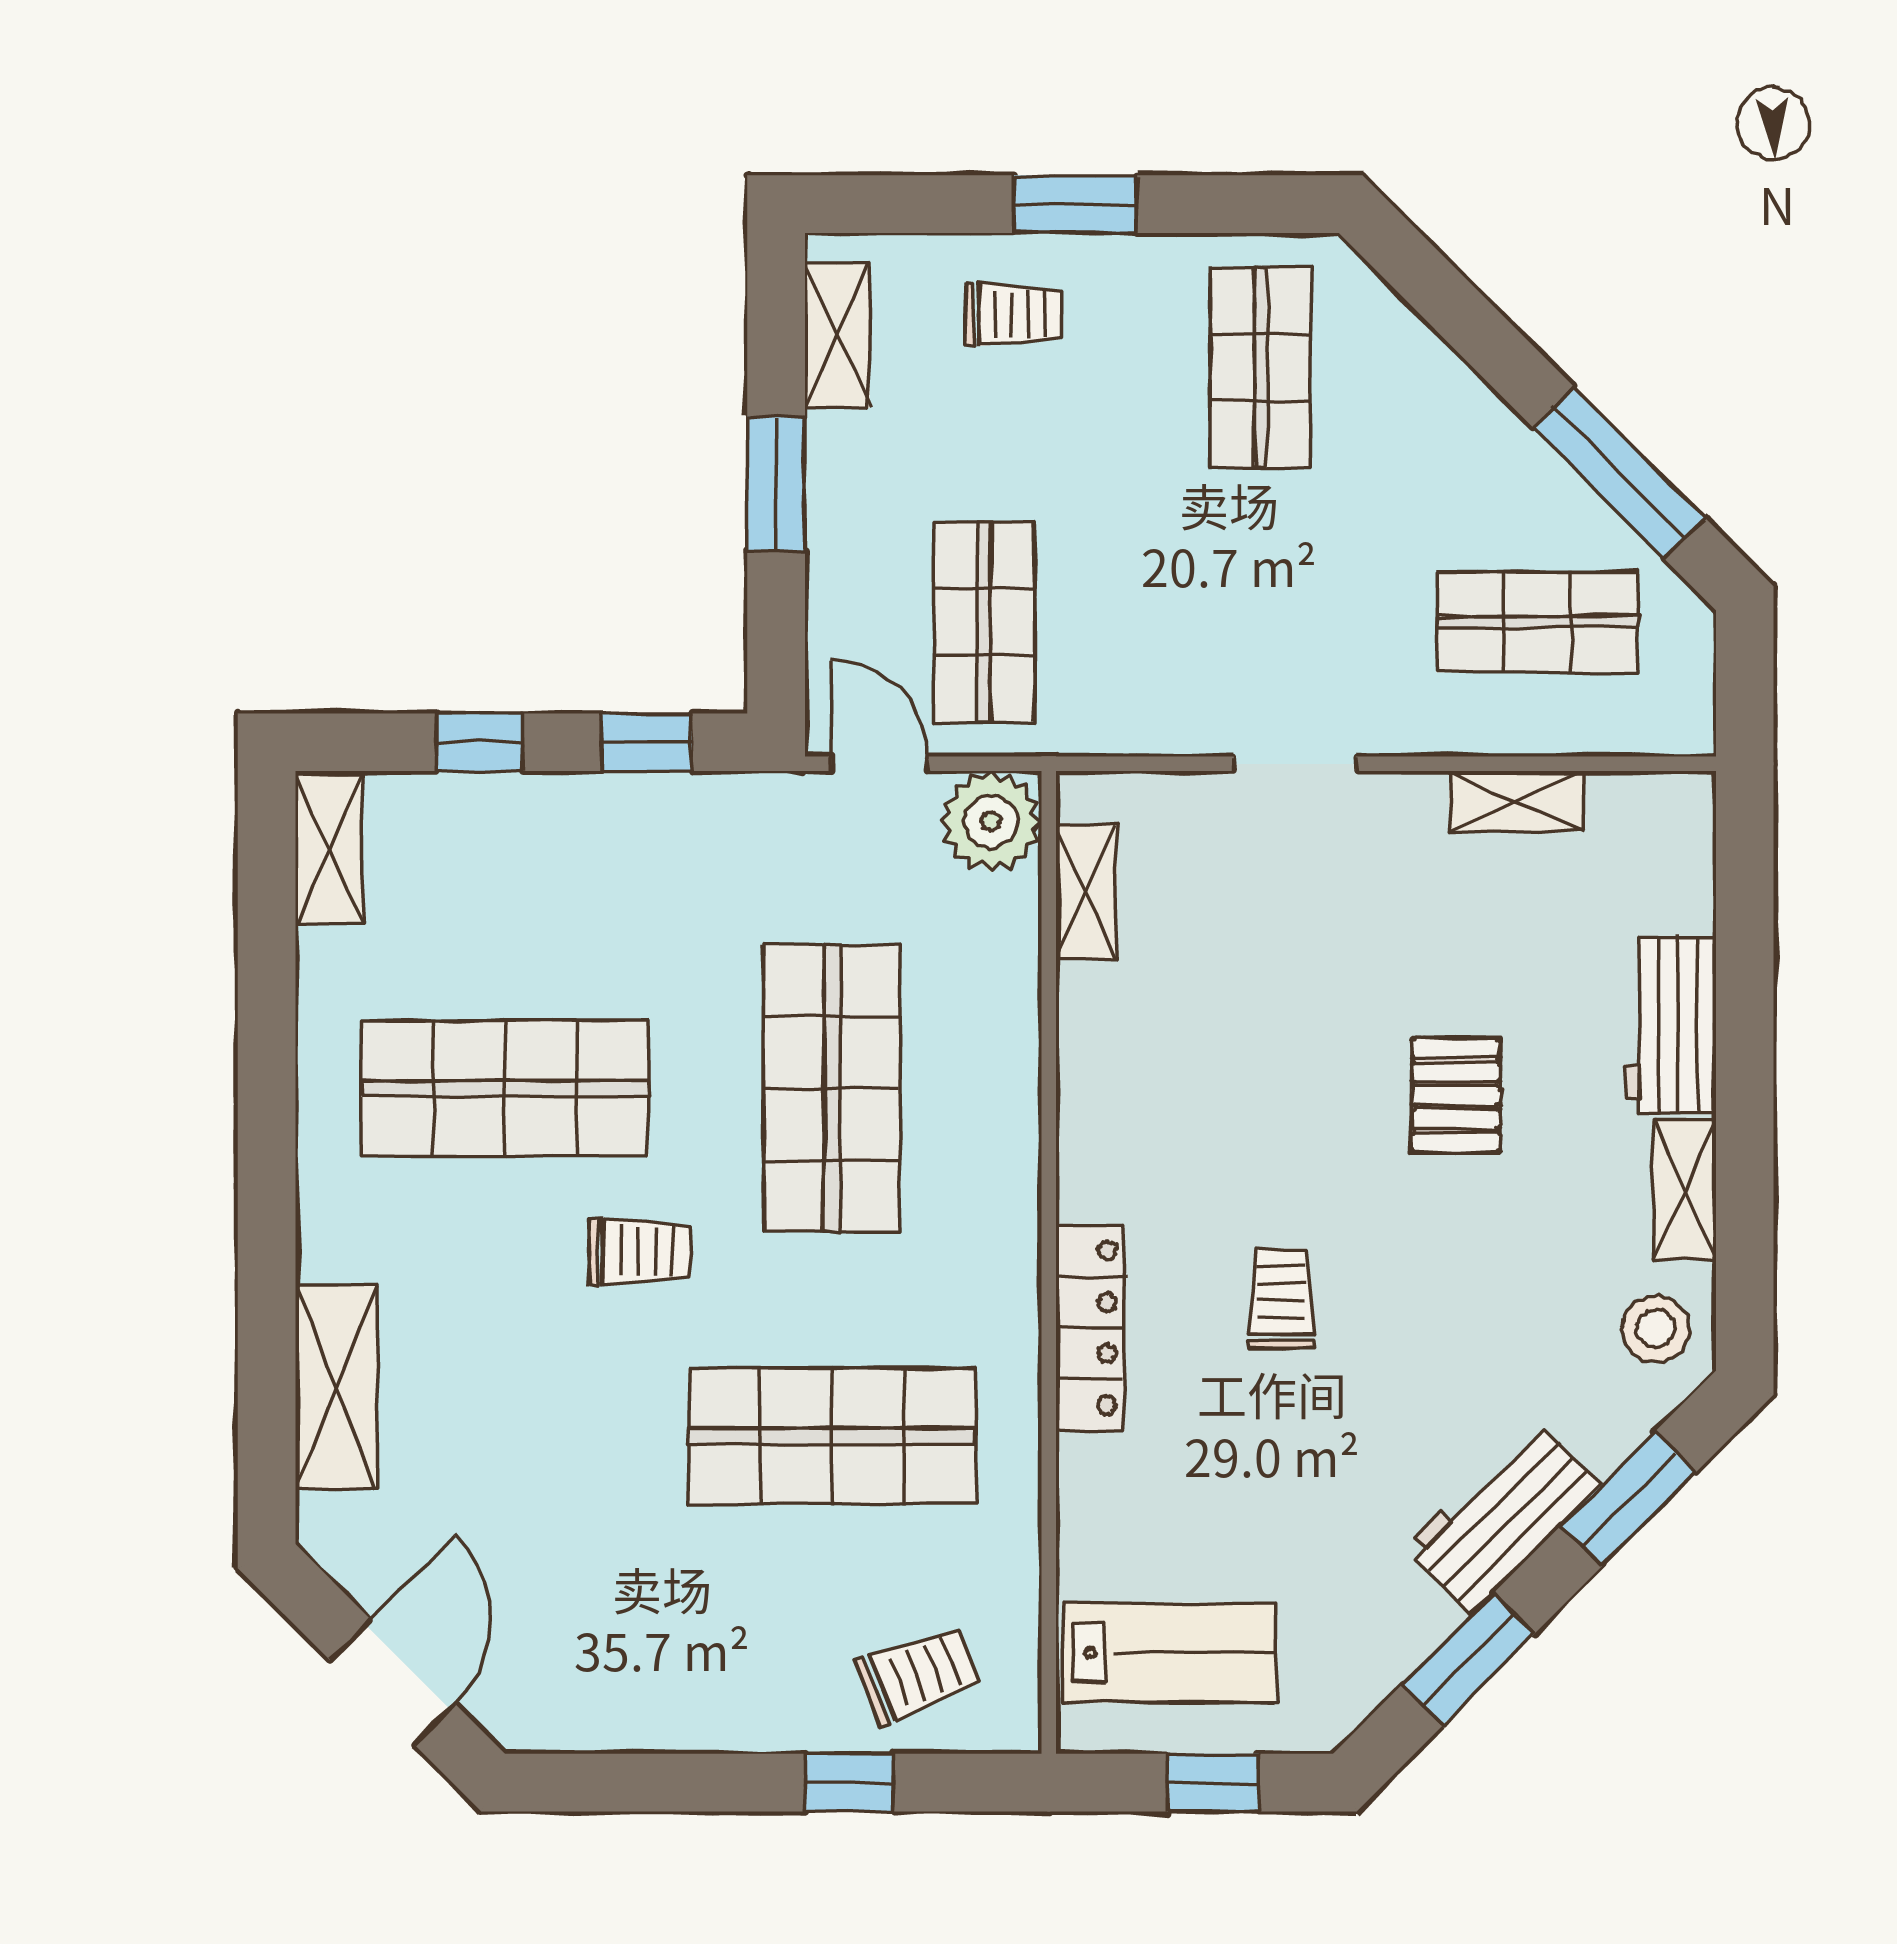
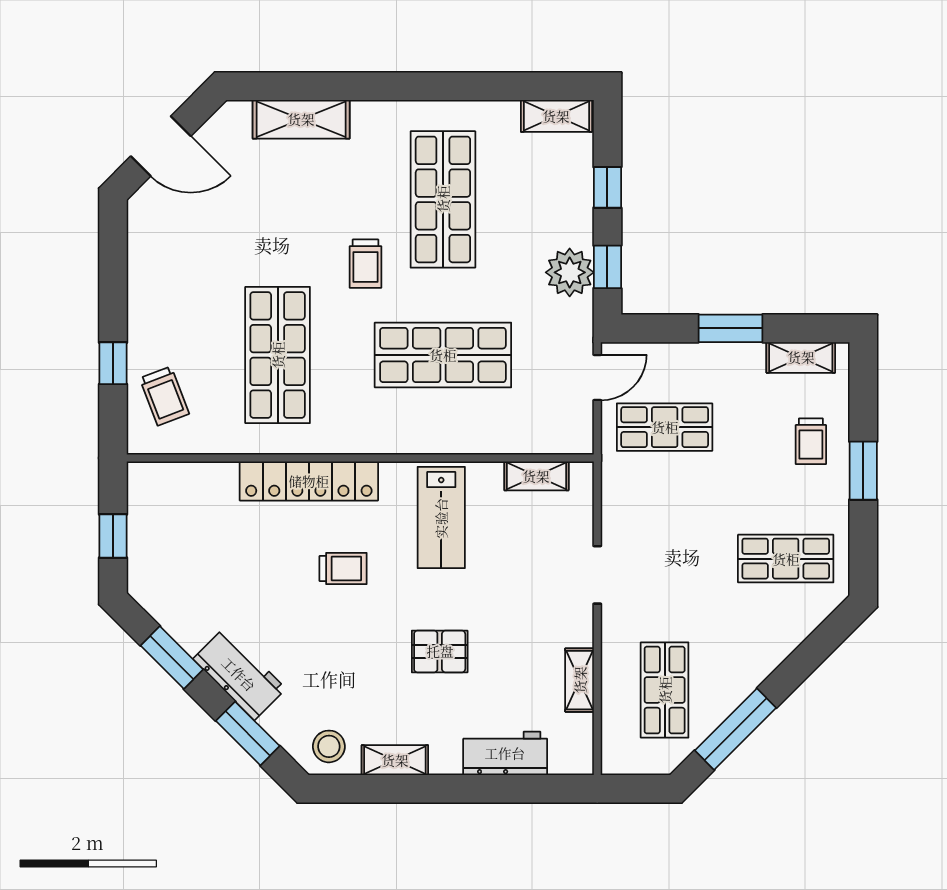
plant: (991, 822) -> (570, 272), moved
workbench: (1670, 1025) -> (505, 753), moved
locker: (1090, 1328) -> (309, 481), width x1.41, depth x1.21
lab bench: (1169, 1653) -> (441, 518), moved

